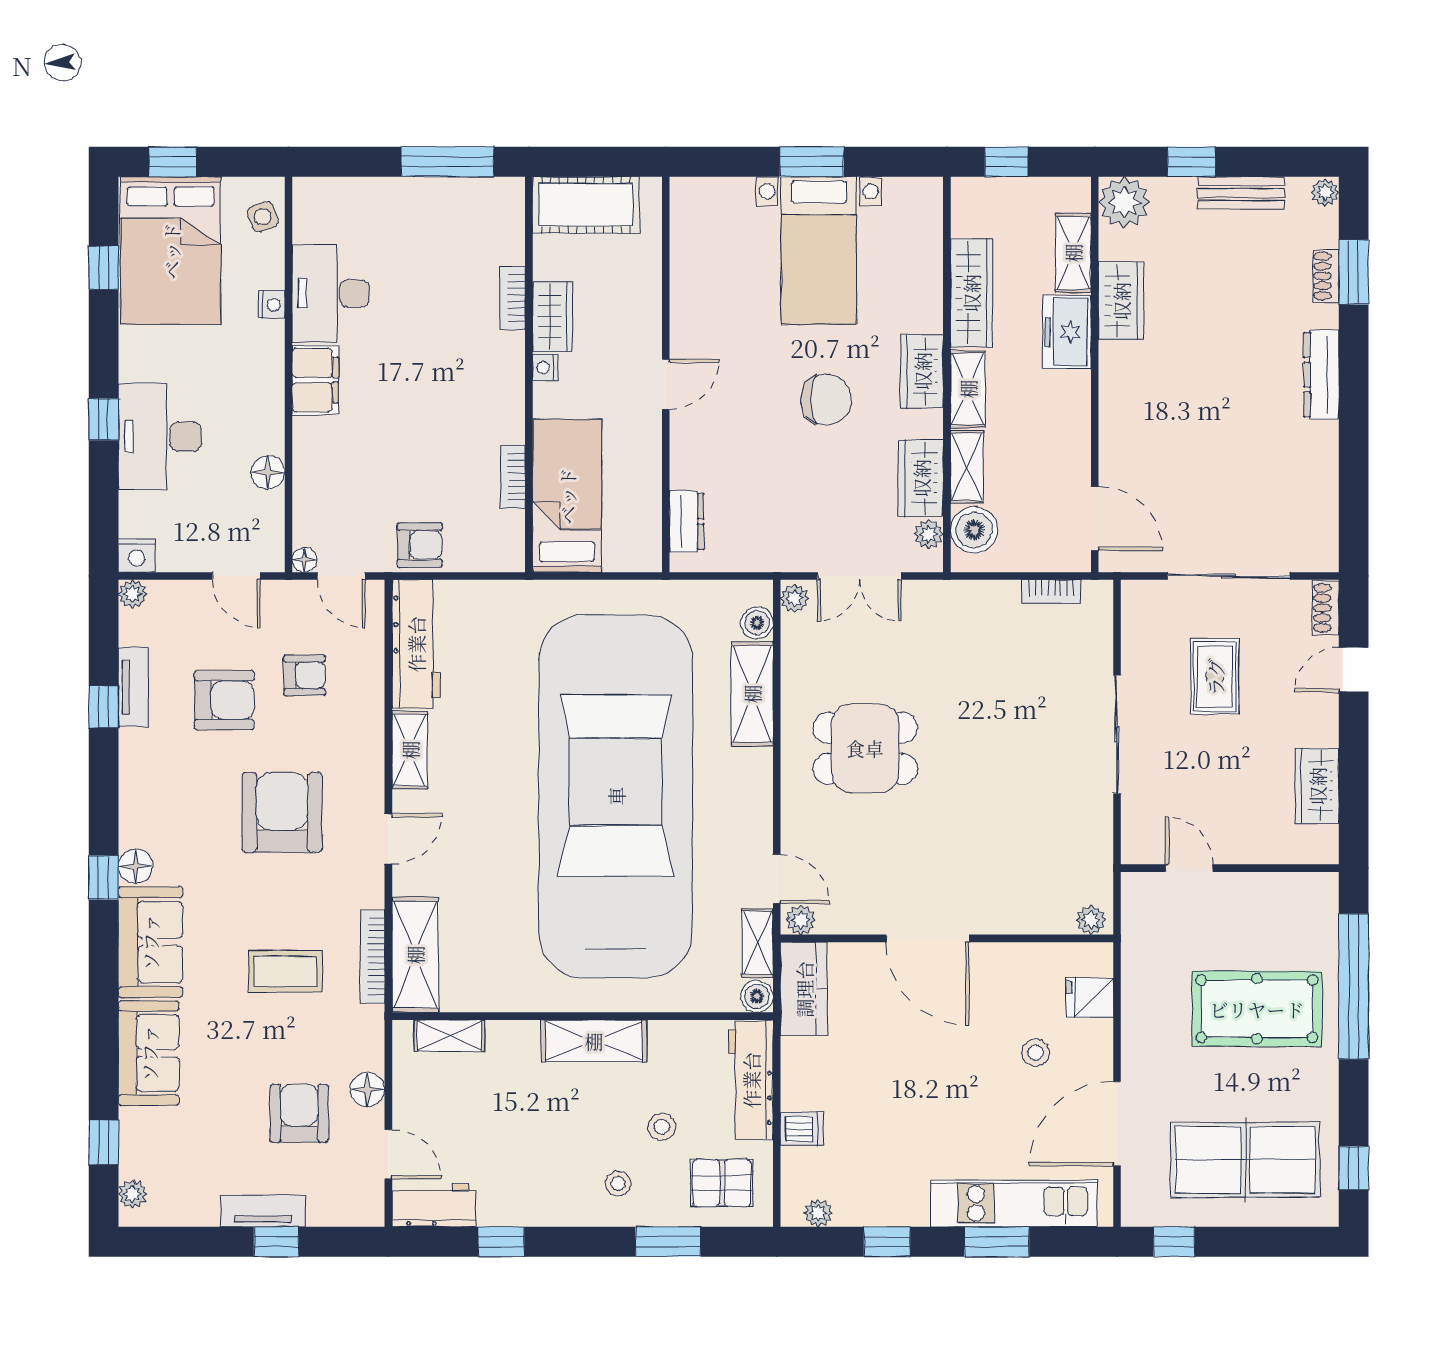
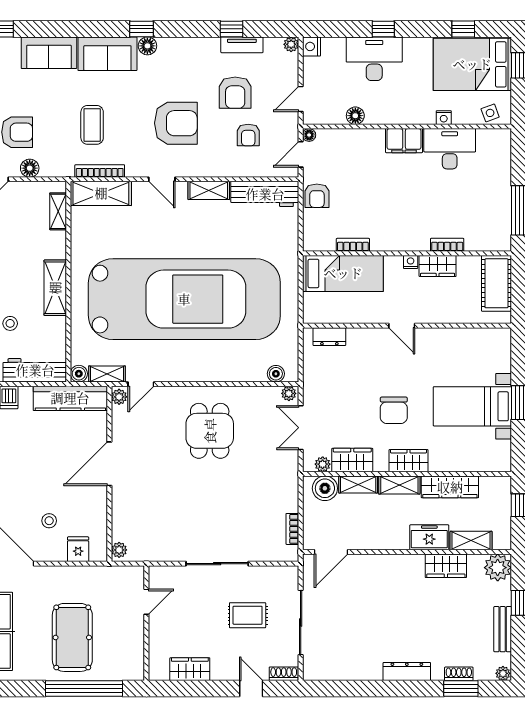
shelving: (752, 694) -> (238, 371), removed
kitchen counter: (804, 989) -> (70, 398), width x1.50

